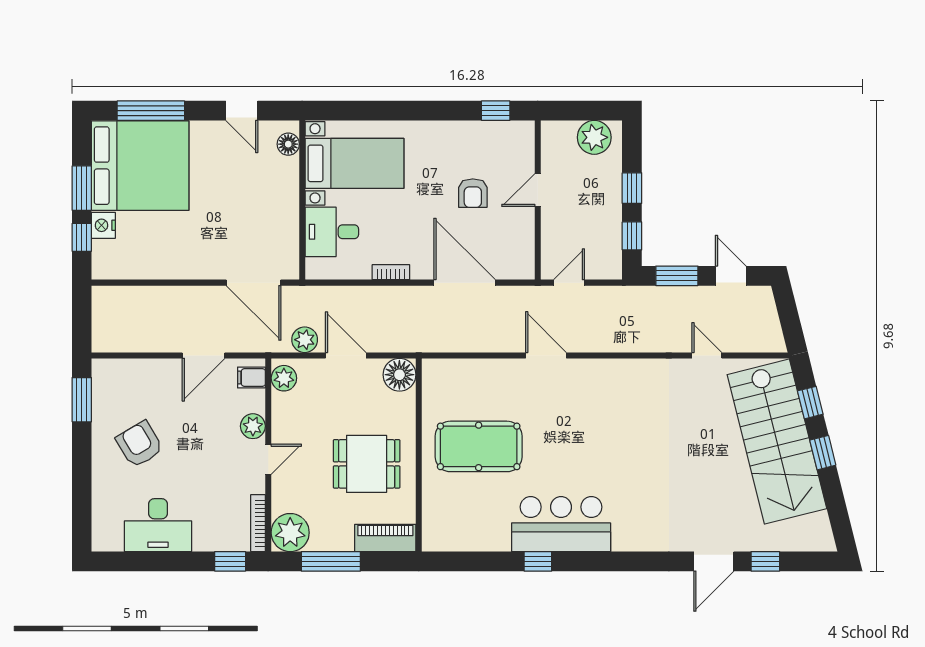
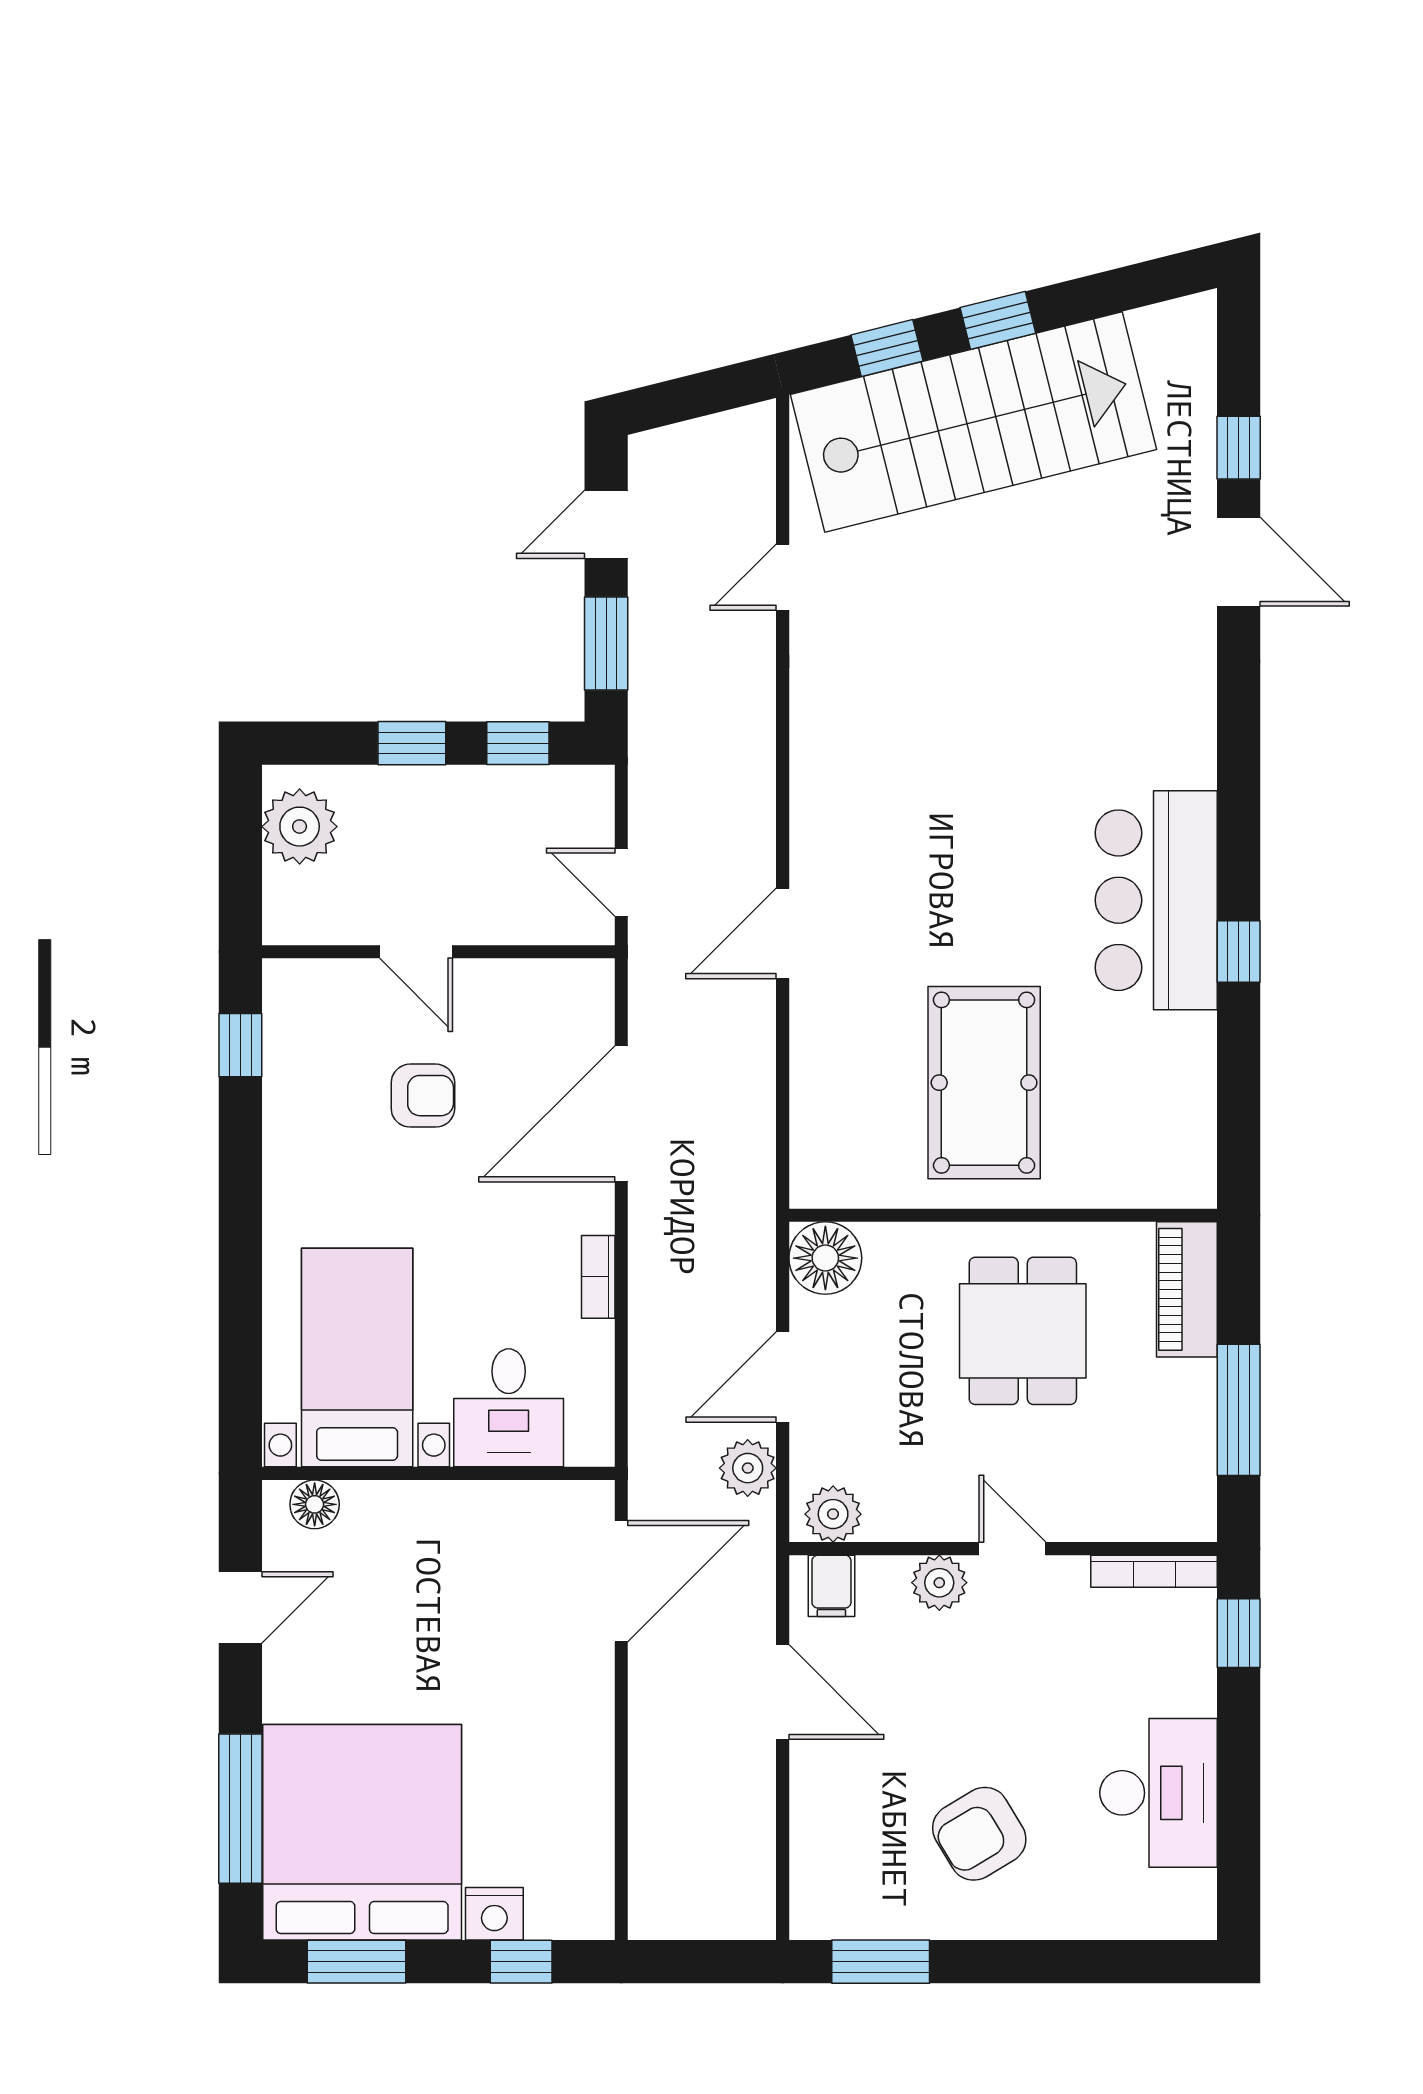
window: (82, 188) -> (357, 1962), moved
plant: (290, 533) -> (1175, 1500), removed

